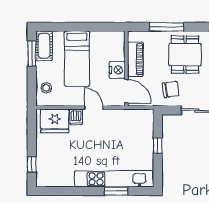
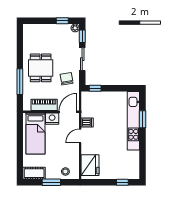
window: (32, 54) -> (51, 182), moved
dining table: (185, 55) -> (41, 68), turned 90
bed: (77, 59) -> (35, 133), moved, turned 90
dishwasher: (76, 117) -> (87, 122), moved
window: (158, 146) -> (95, 88), moved

